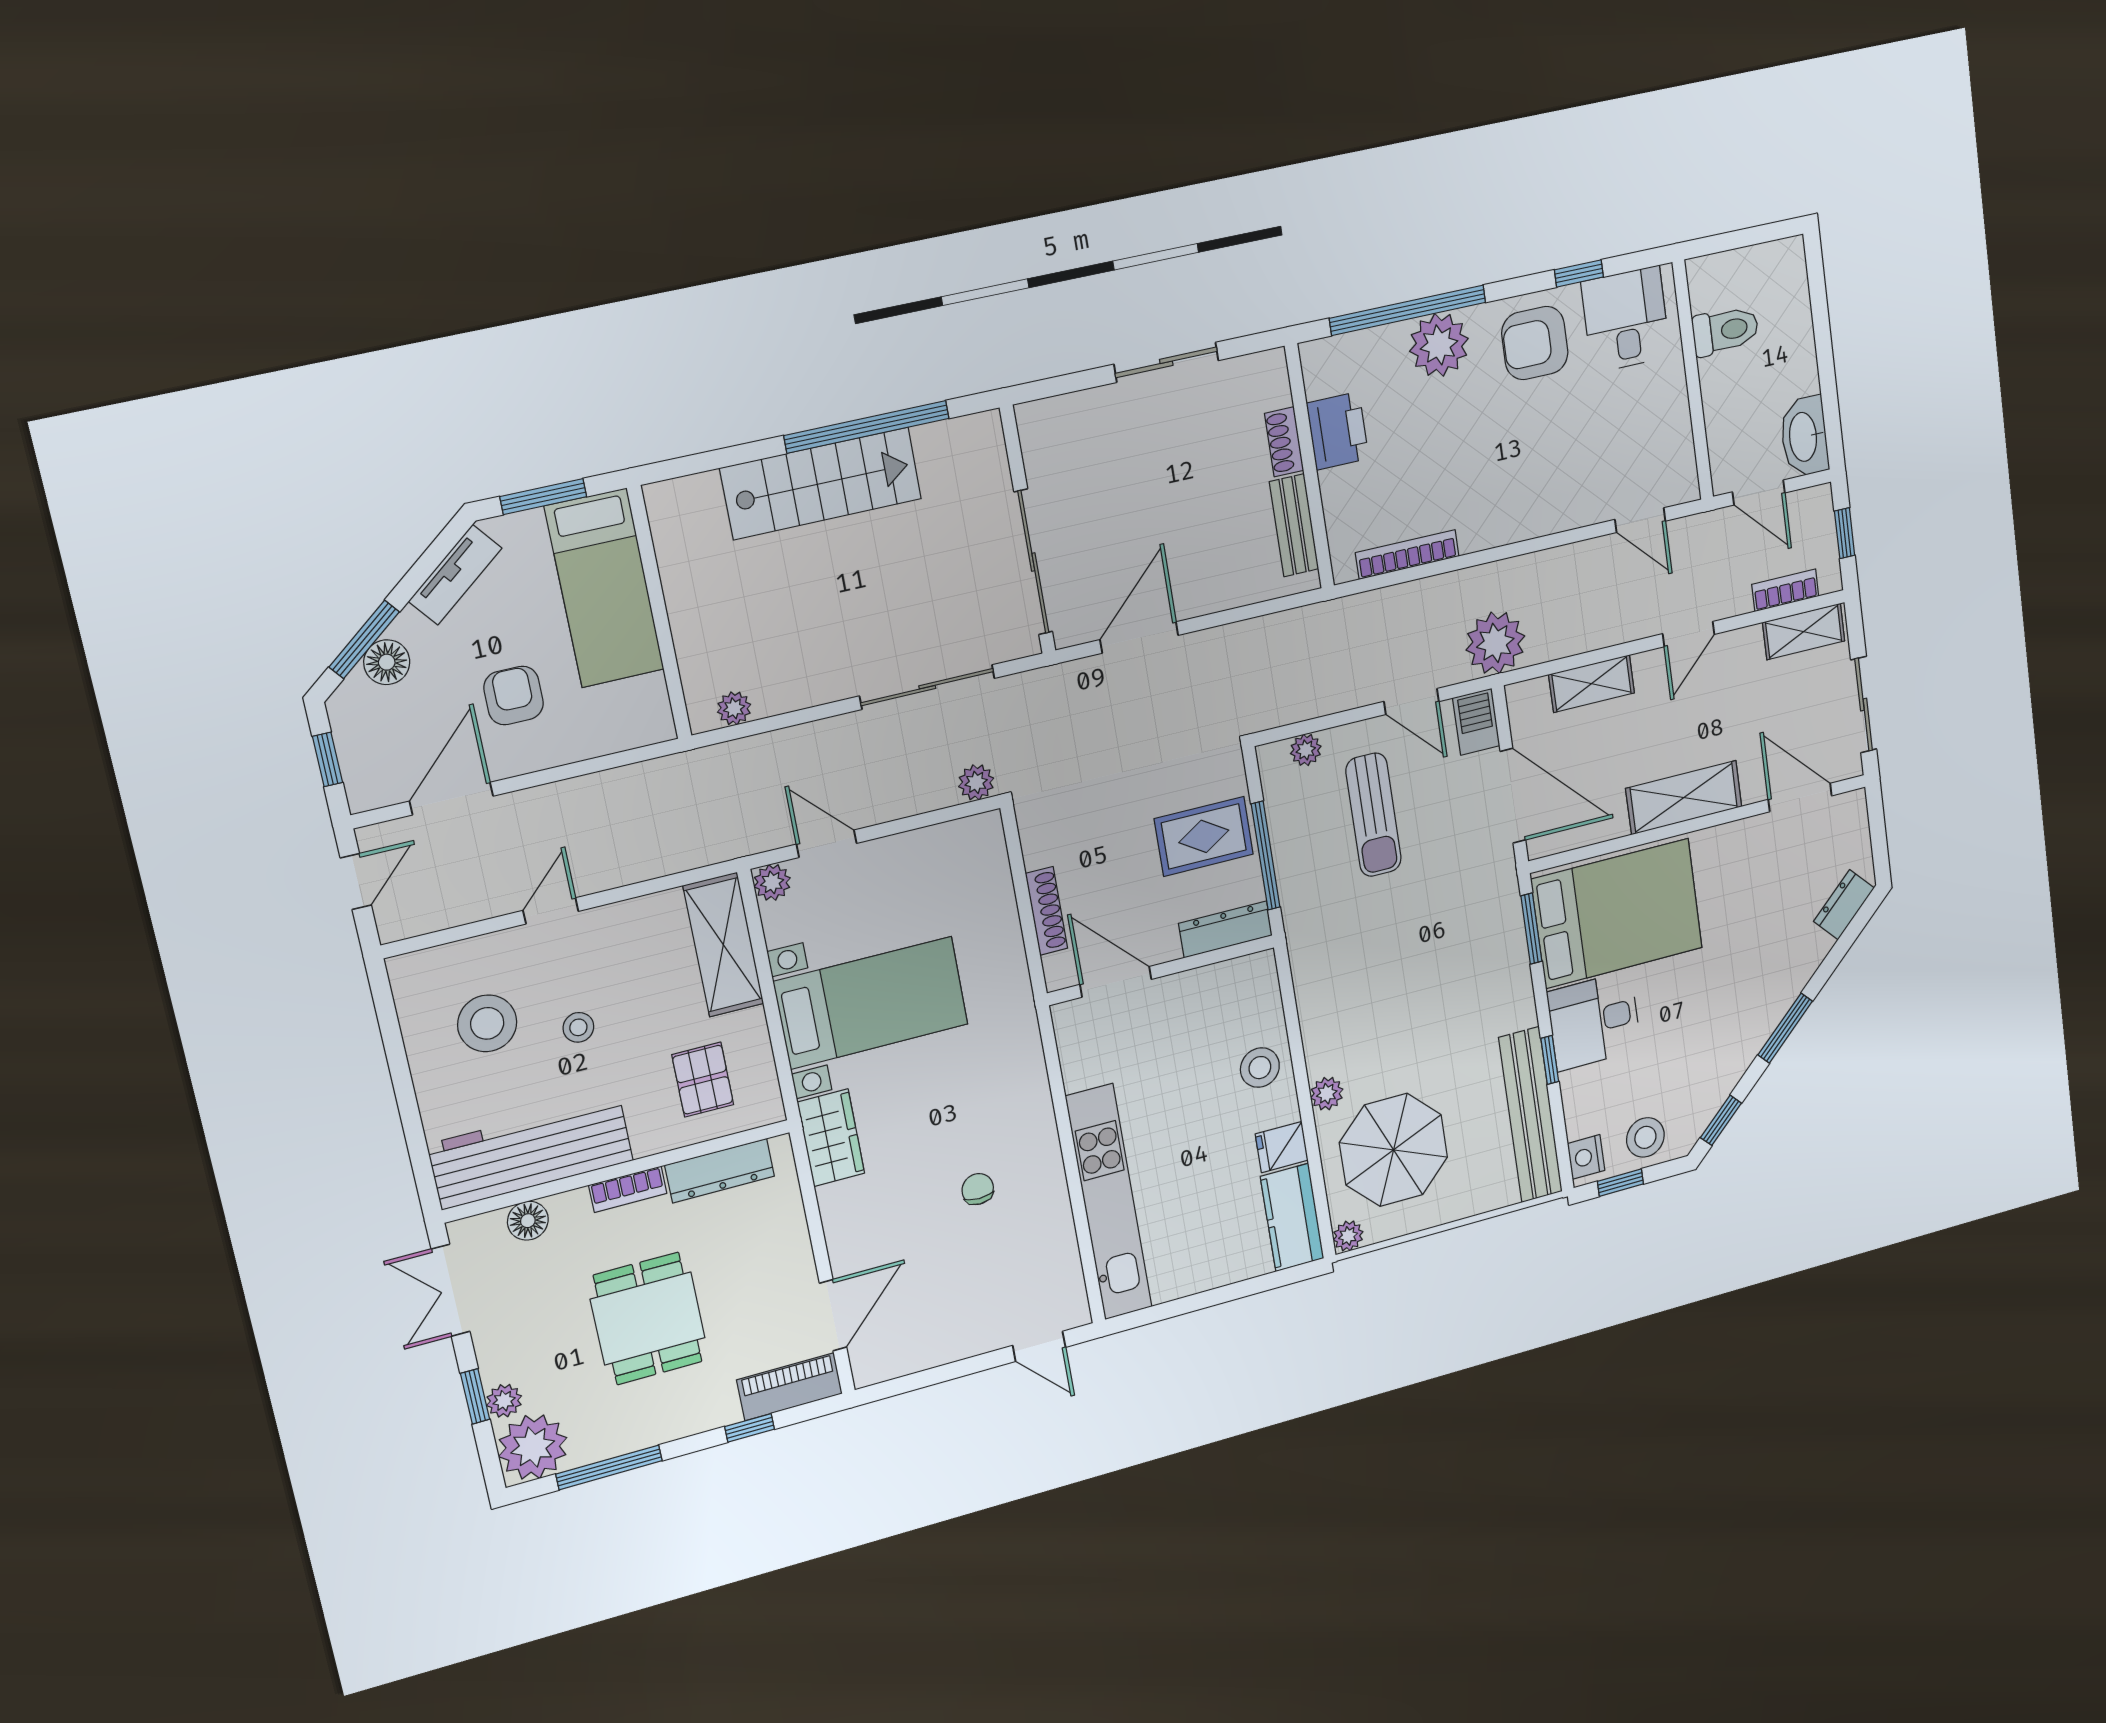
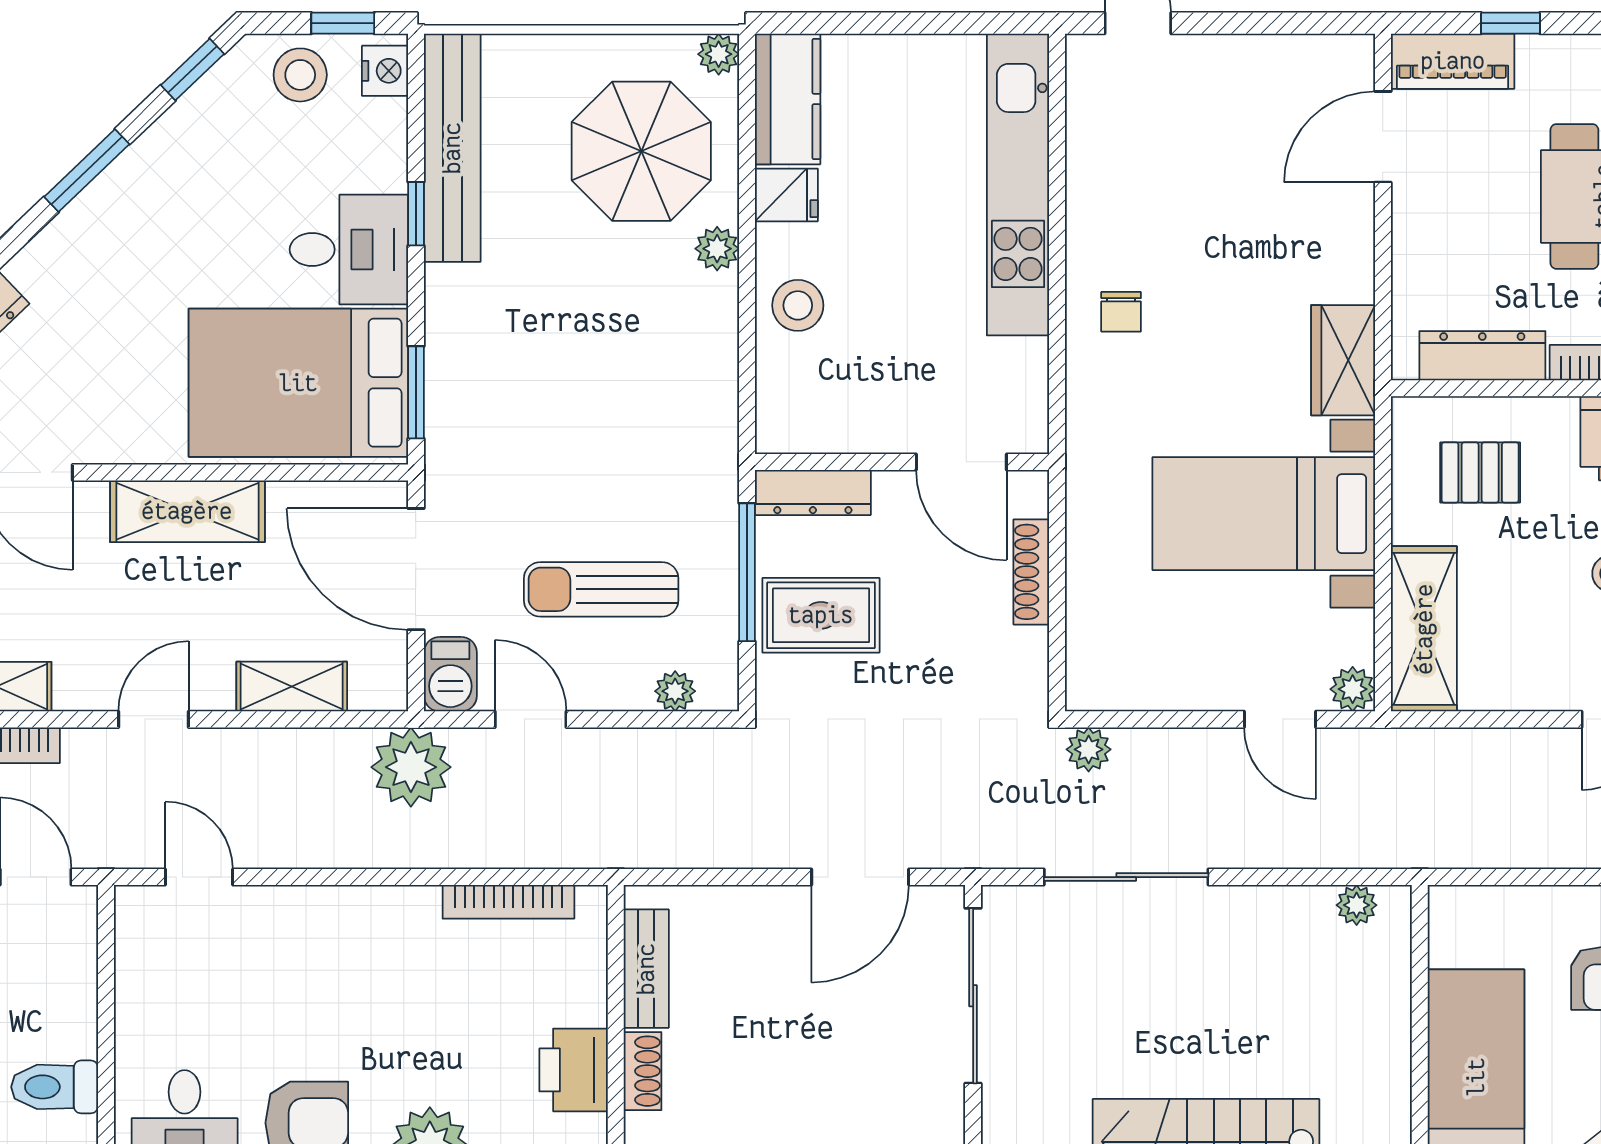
sun lounger: (1374, 815) -> (601, 589), turned -90
pallet: (703, 1080) -> (1480, 472), turned 90
chair: (978, 1189) -> (1121, 312), moved

